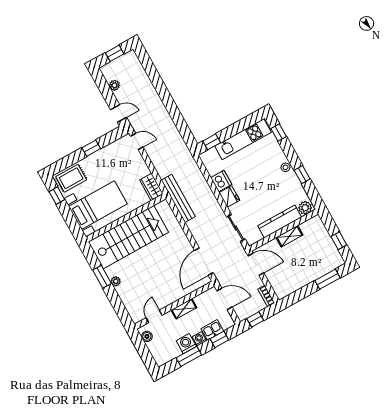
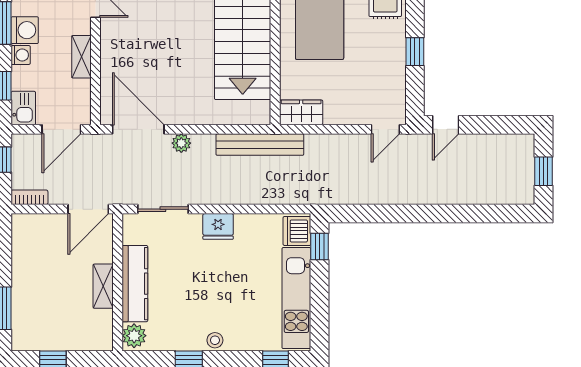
plant: (114, 85) -> (181, 143), moved
dishwasher: (221, 181) -> (297, 231), moved, turned 90
kitchen sink: (212, 330) -> (23, 108), moved

